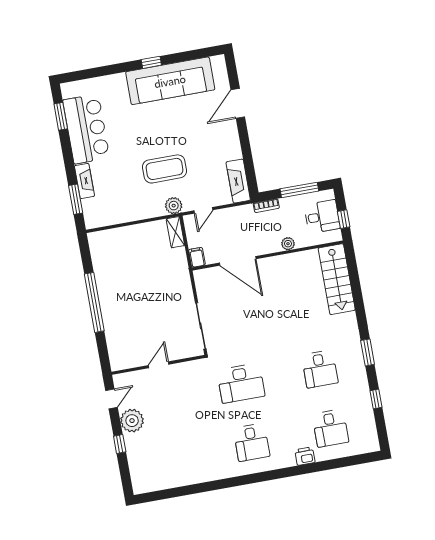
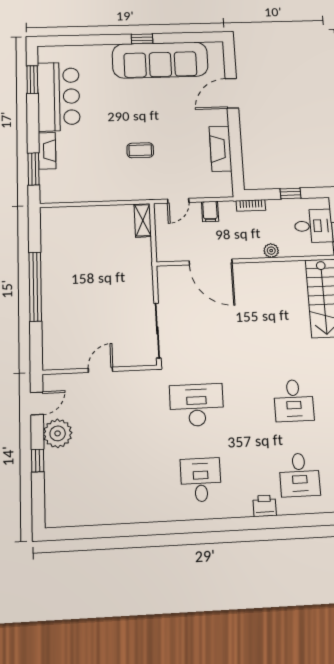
coffee table: (165, 169) -> (140, 150), width x0.54, depth x0.58
fireplace: (238, 181) -> (220, 149), moved
window: (299, 190) -> (291, 194), width x0.46
plant: (174, 206) -> (145, 191), removed
filing cabinet: (197, 257) -> (210, 211), moved, turned 180
desk: (241, 383) -> (197, 405), turned 180
desk: (252, 442) -> (201, 480), turned 180

